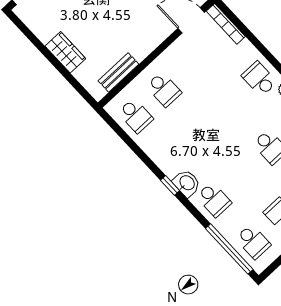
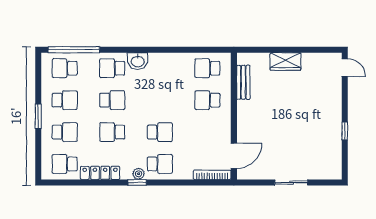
school desk: (231, 105) -> (160, 132), added
school desk: (242, 173) -> (112, 100), added
window: (170, 185) -> (146, 50), removed

